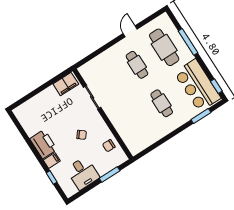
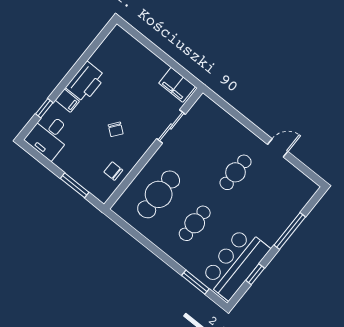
cafe table: (164, 47) -> (159, 194), moved
window: (216, 86) -> (255, 274), moved
desk: (83, 173) -> (49, 136), moved

